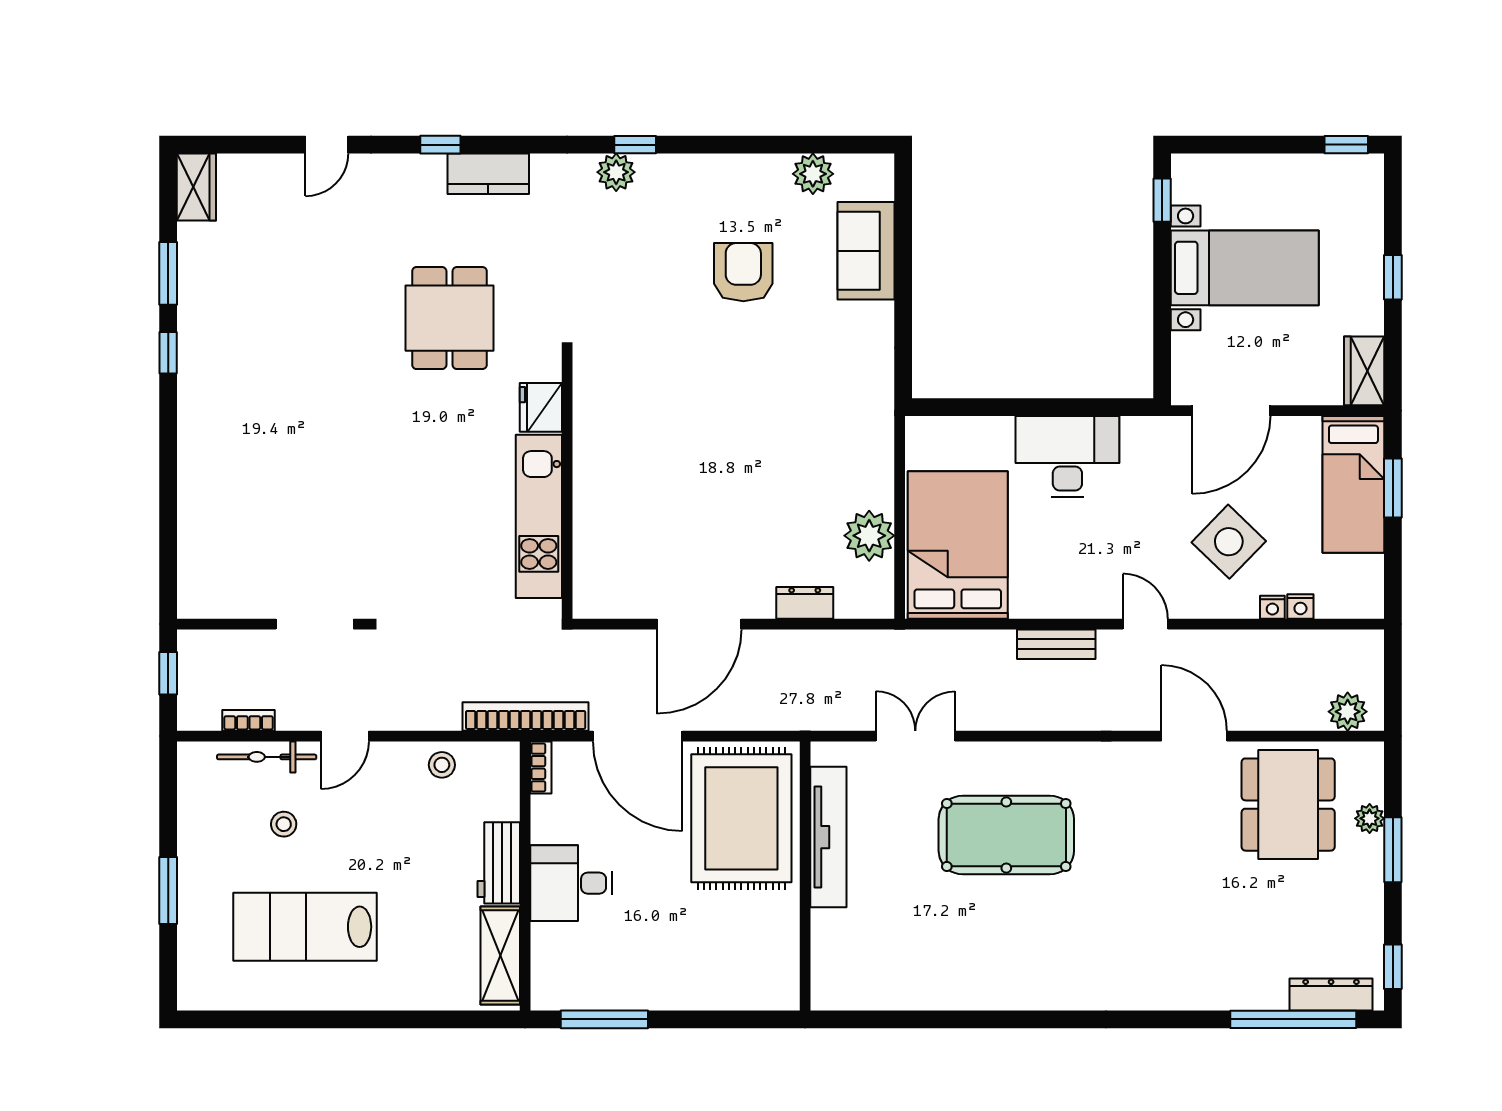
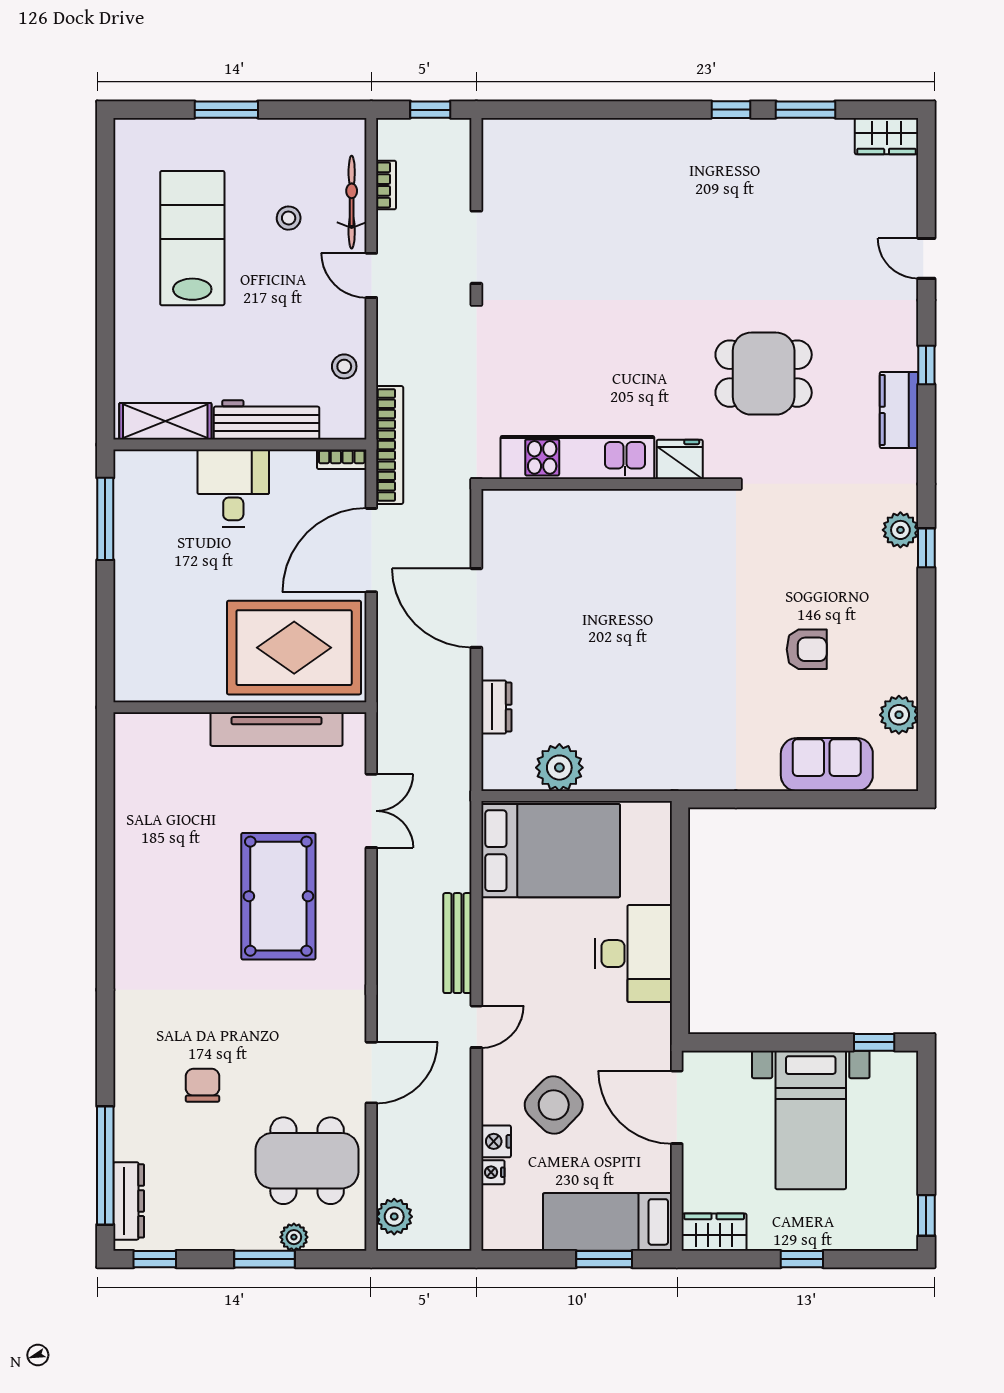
armchair: (743, 272) -> (807, 649), width x0.72, depth x0.72
nightstand: (1272, 607) -> (496, 1141), width x1.39, depth x1.35
bench: (1056, 644) -> (457, 943), width x1.36
workbench: (499, 863) -> (267, 420), width x1.37
chair: (1208, 916) -> (203, 1085), added

